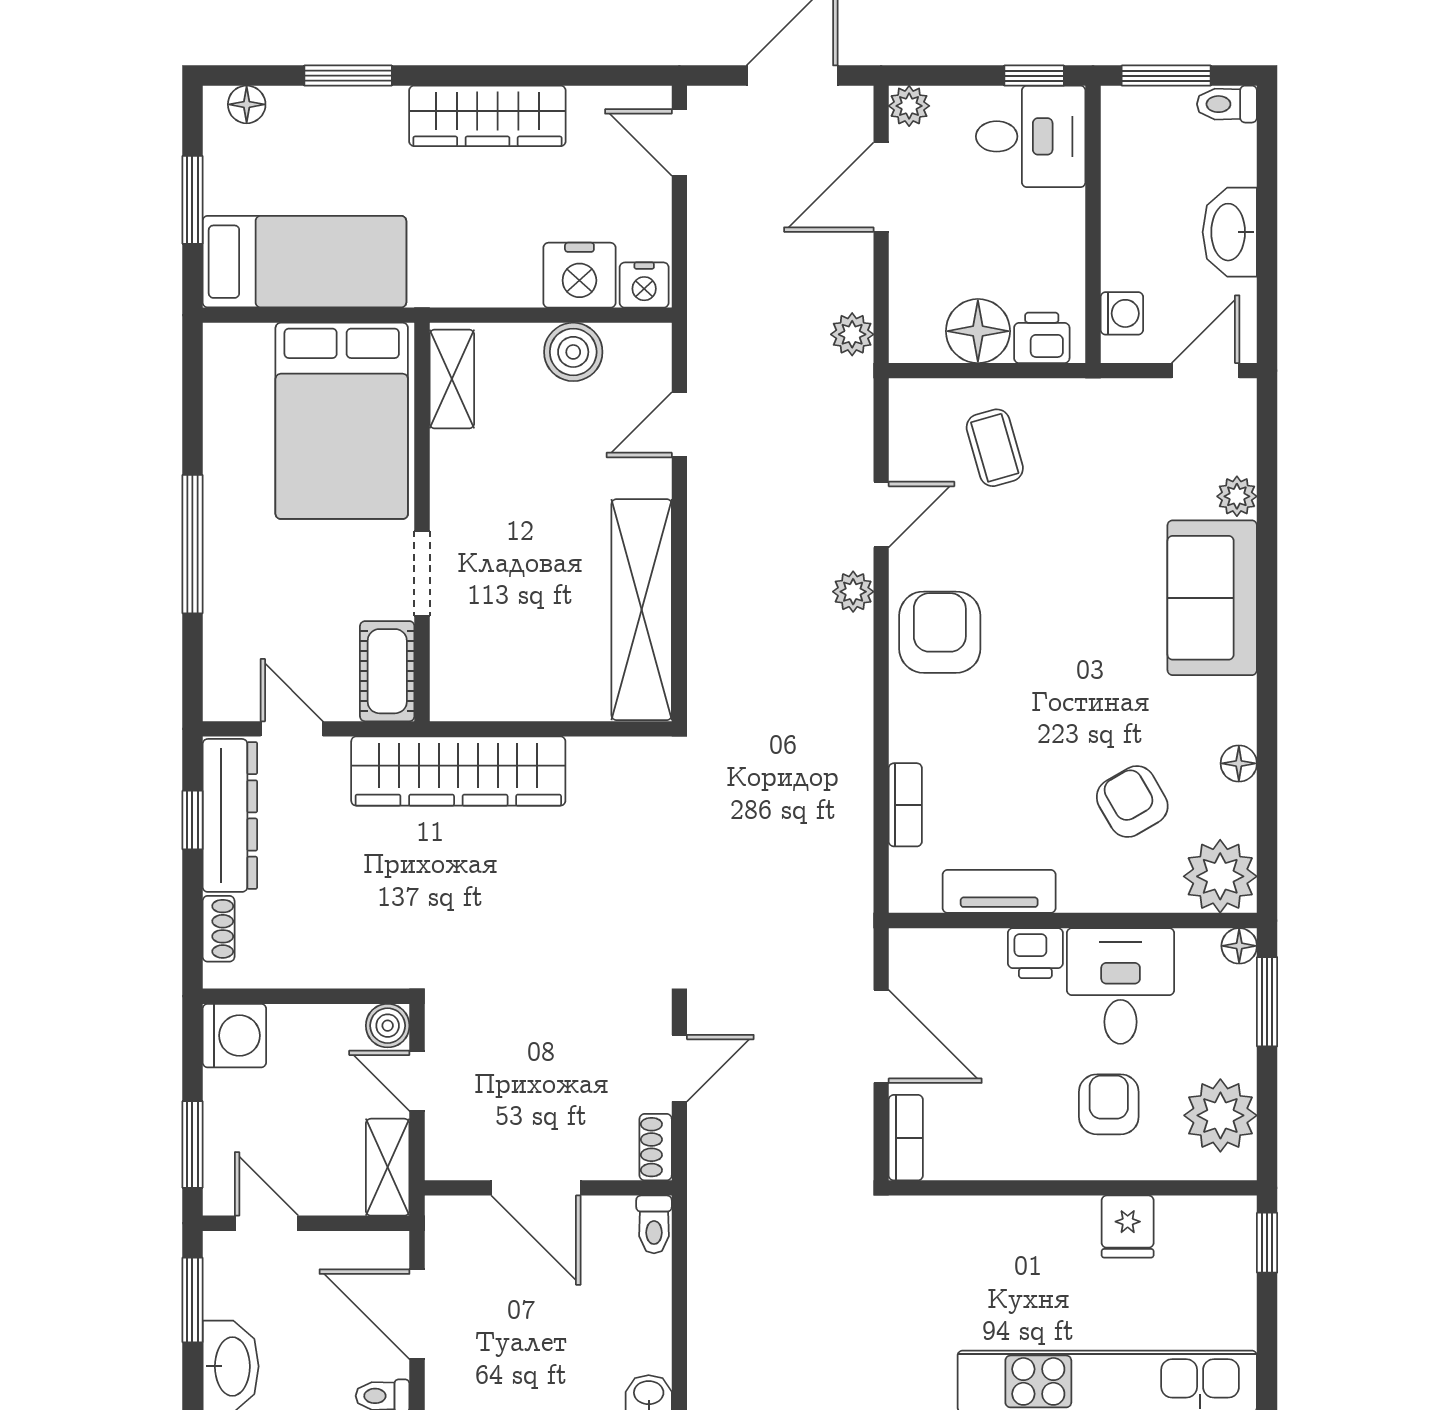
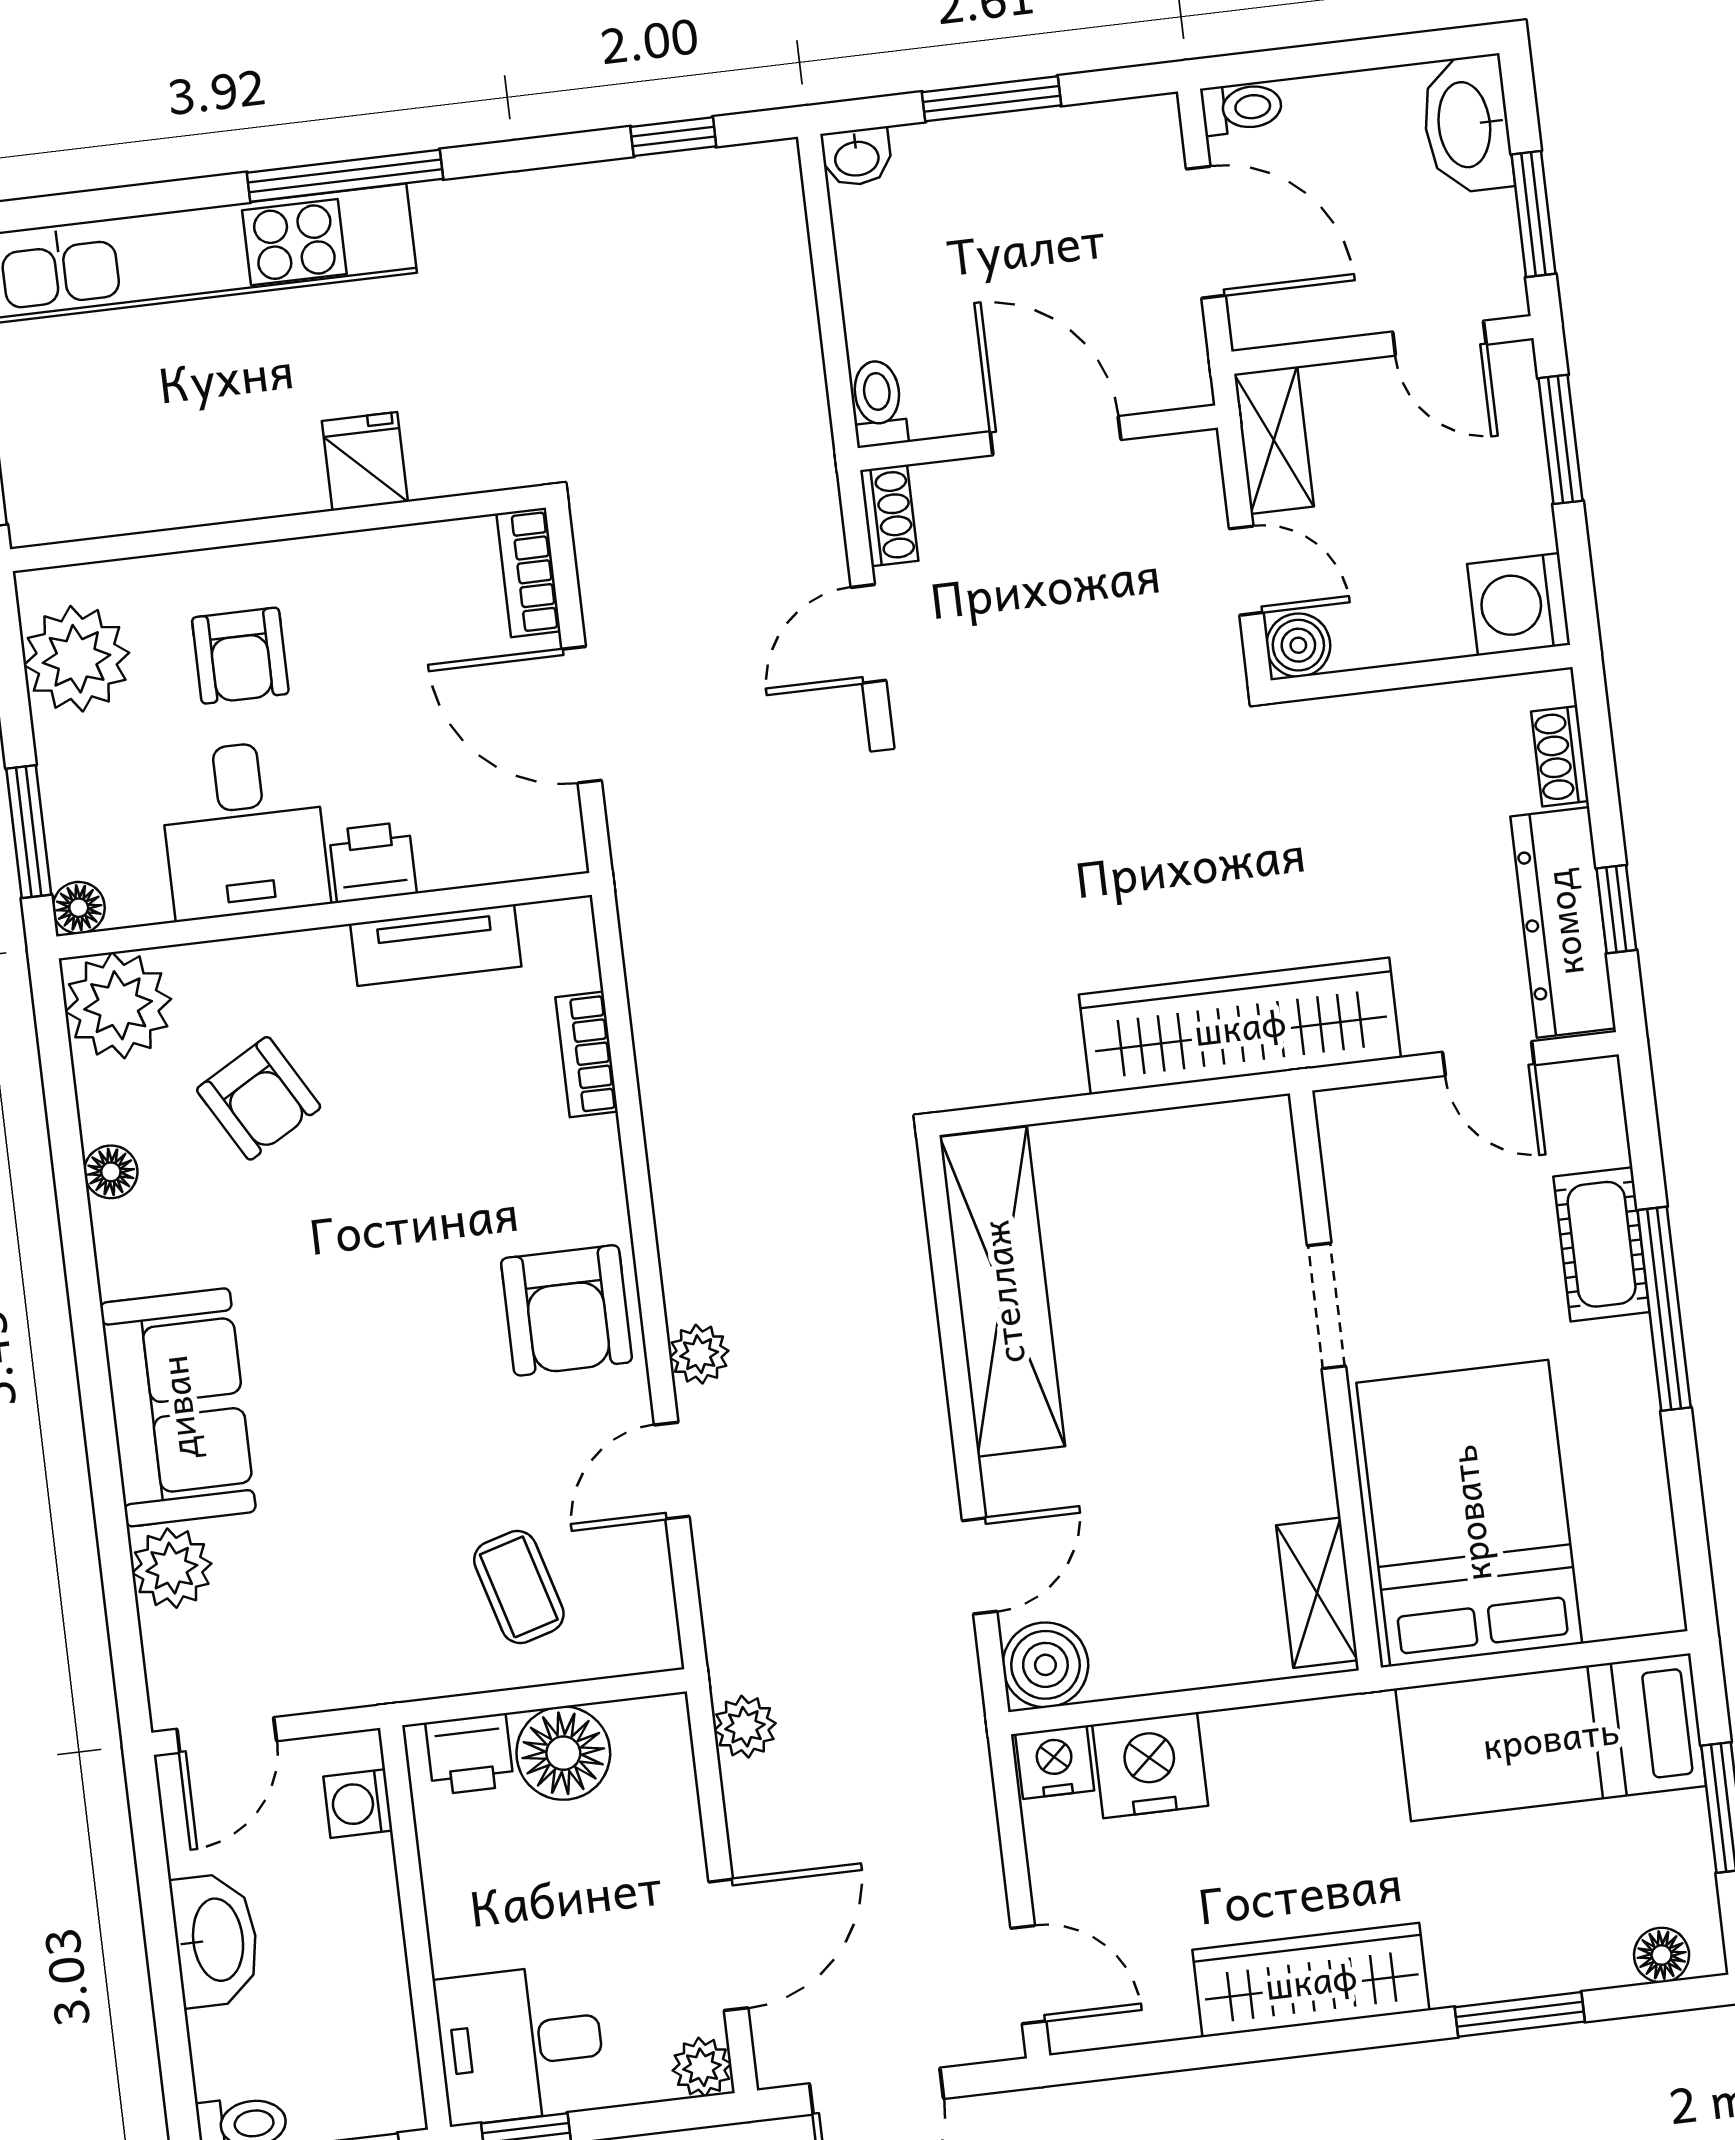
boiler: (573, 352) -> (1045, 1665), moved
plant: (1237, 496) -> (172, 1568), width x1.38, depth x1.38
cot: (387, 671) -> (1602, 1244), moved
fridge: (1128, 1227) -> (365, 461), moved

